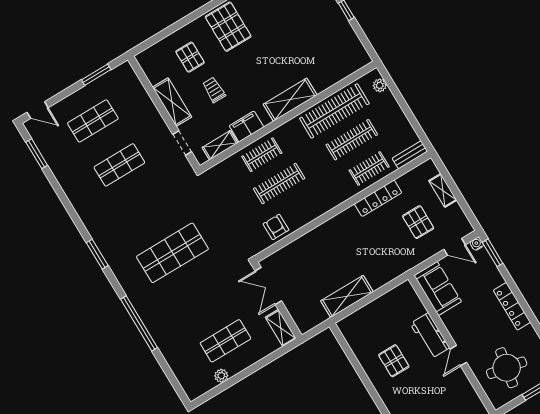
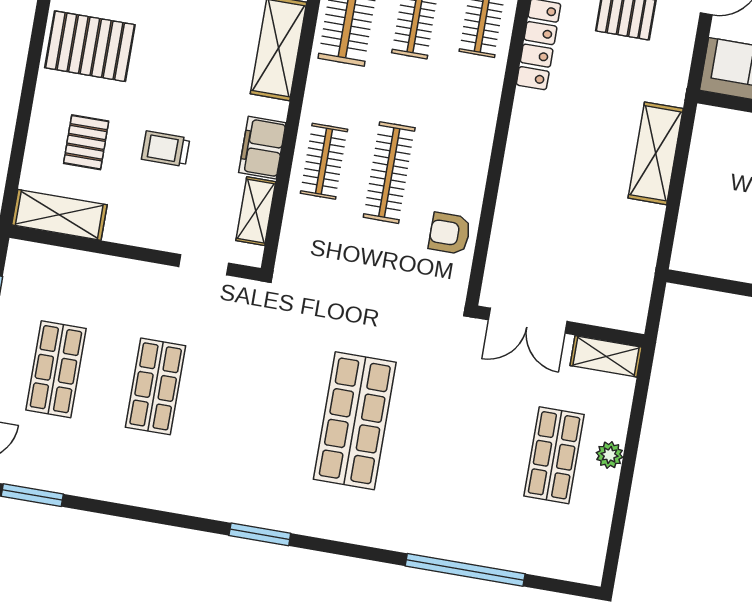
pallet: (190, 57) -> (86, 142), turned 90
shelving: (172, 102) -> (59, 215), moved
shelving: (347, 296) -> (656, 153), moved
window: (139, 323) -> (465, 570), moved
plant: (221, 376) -> (610, 455), moved

